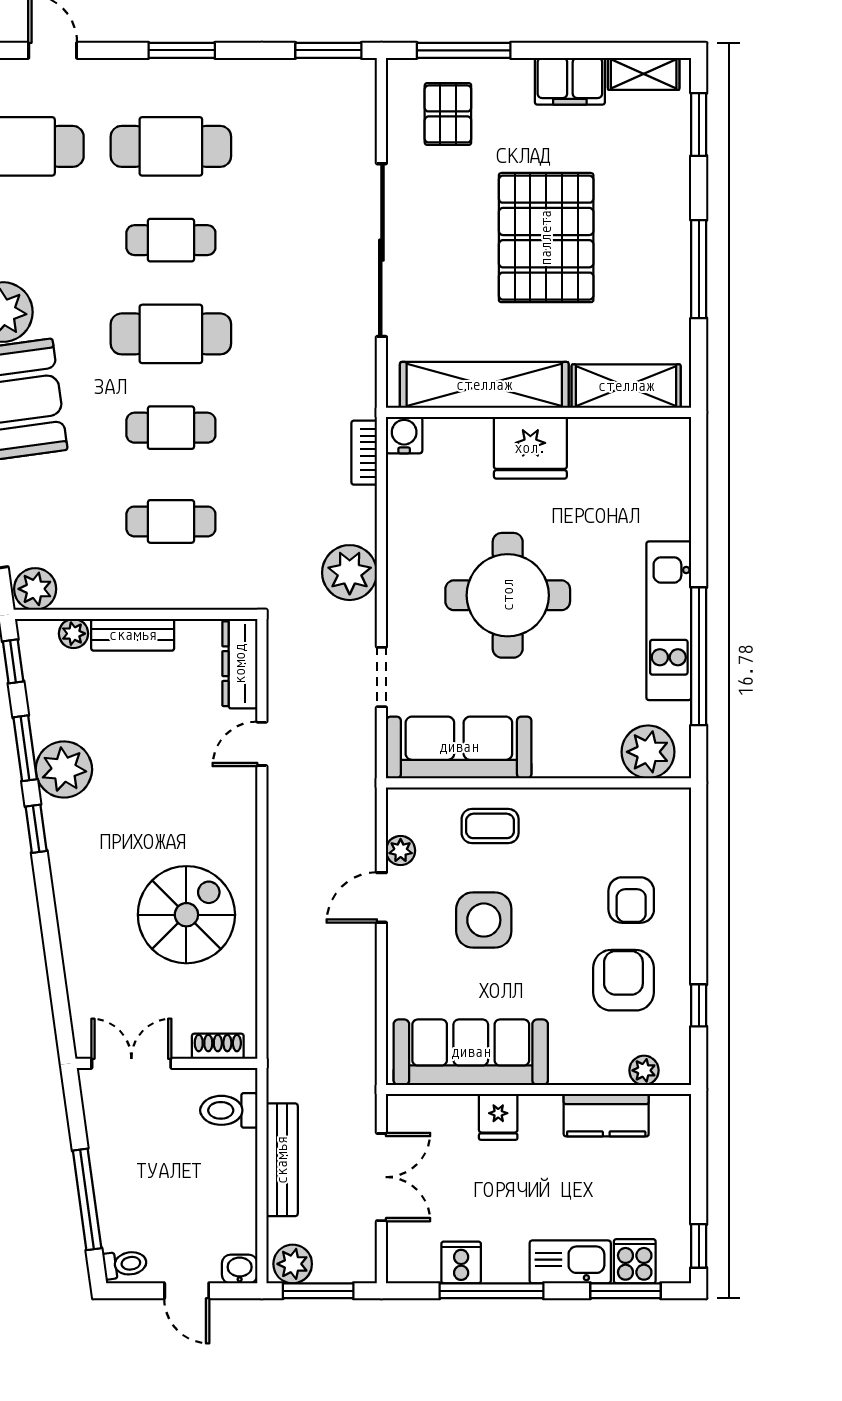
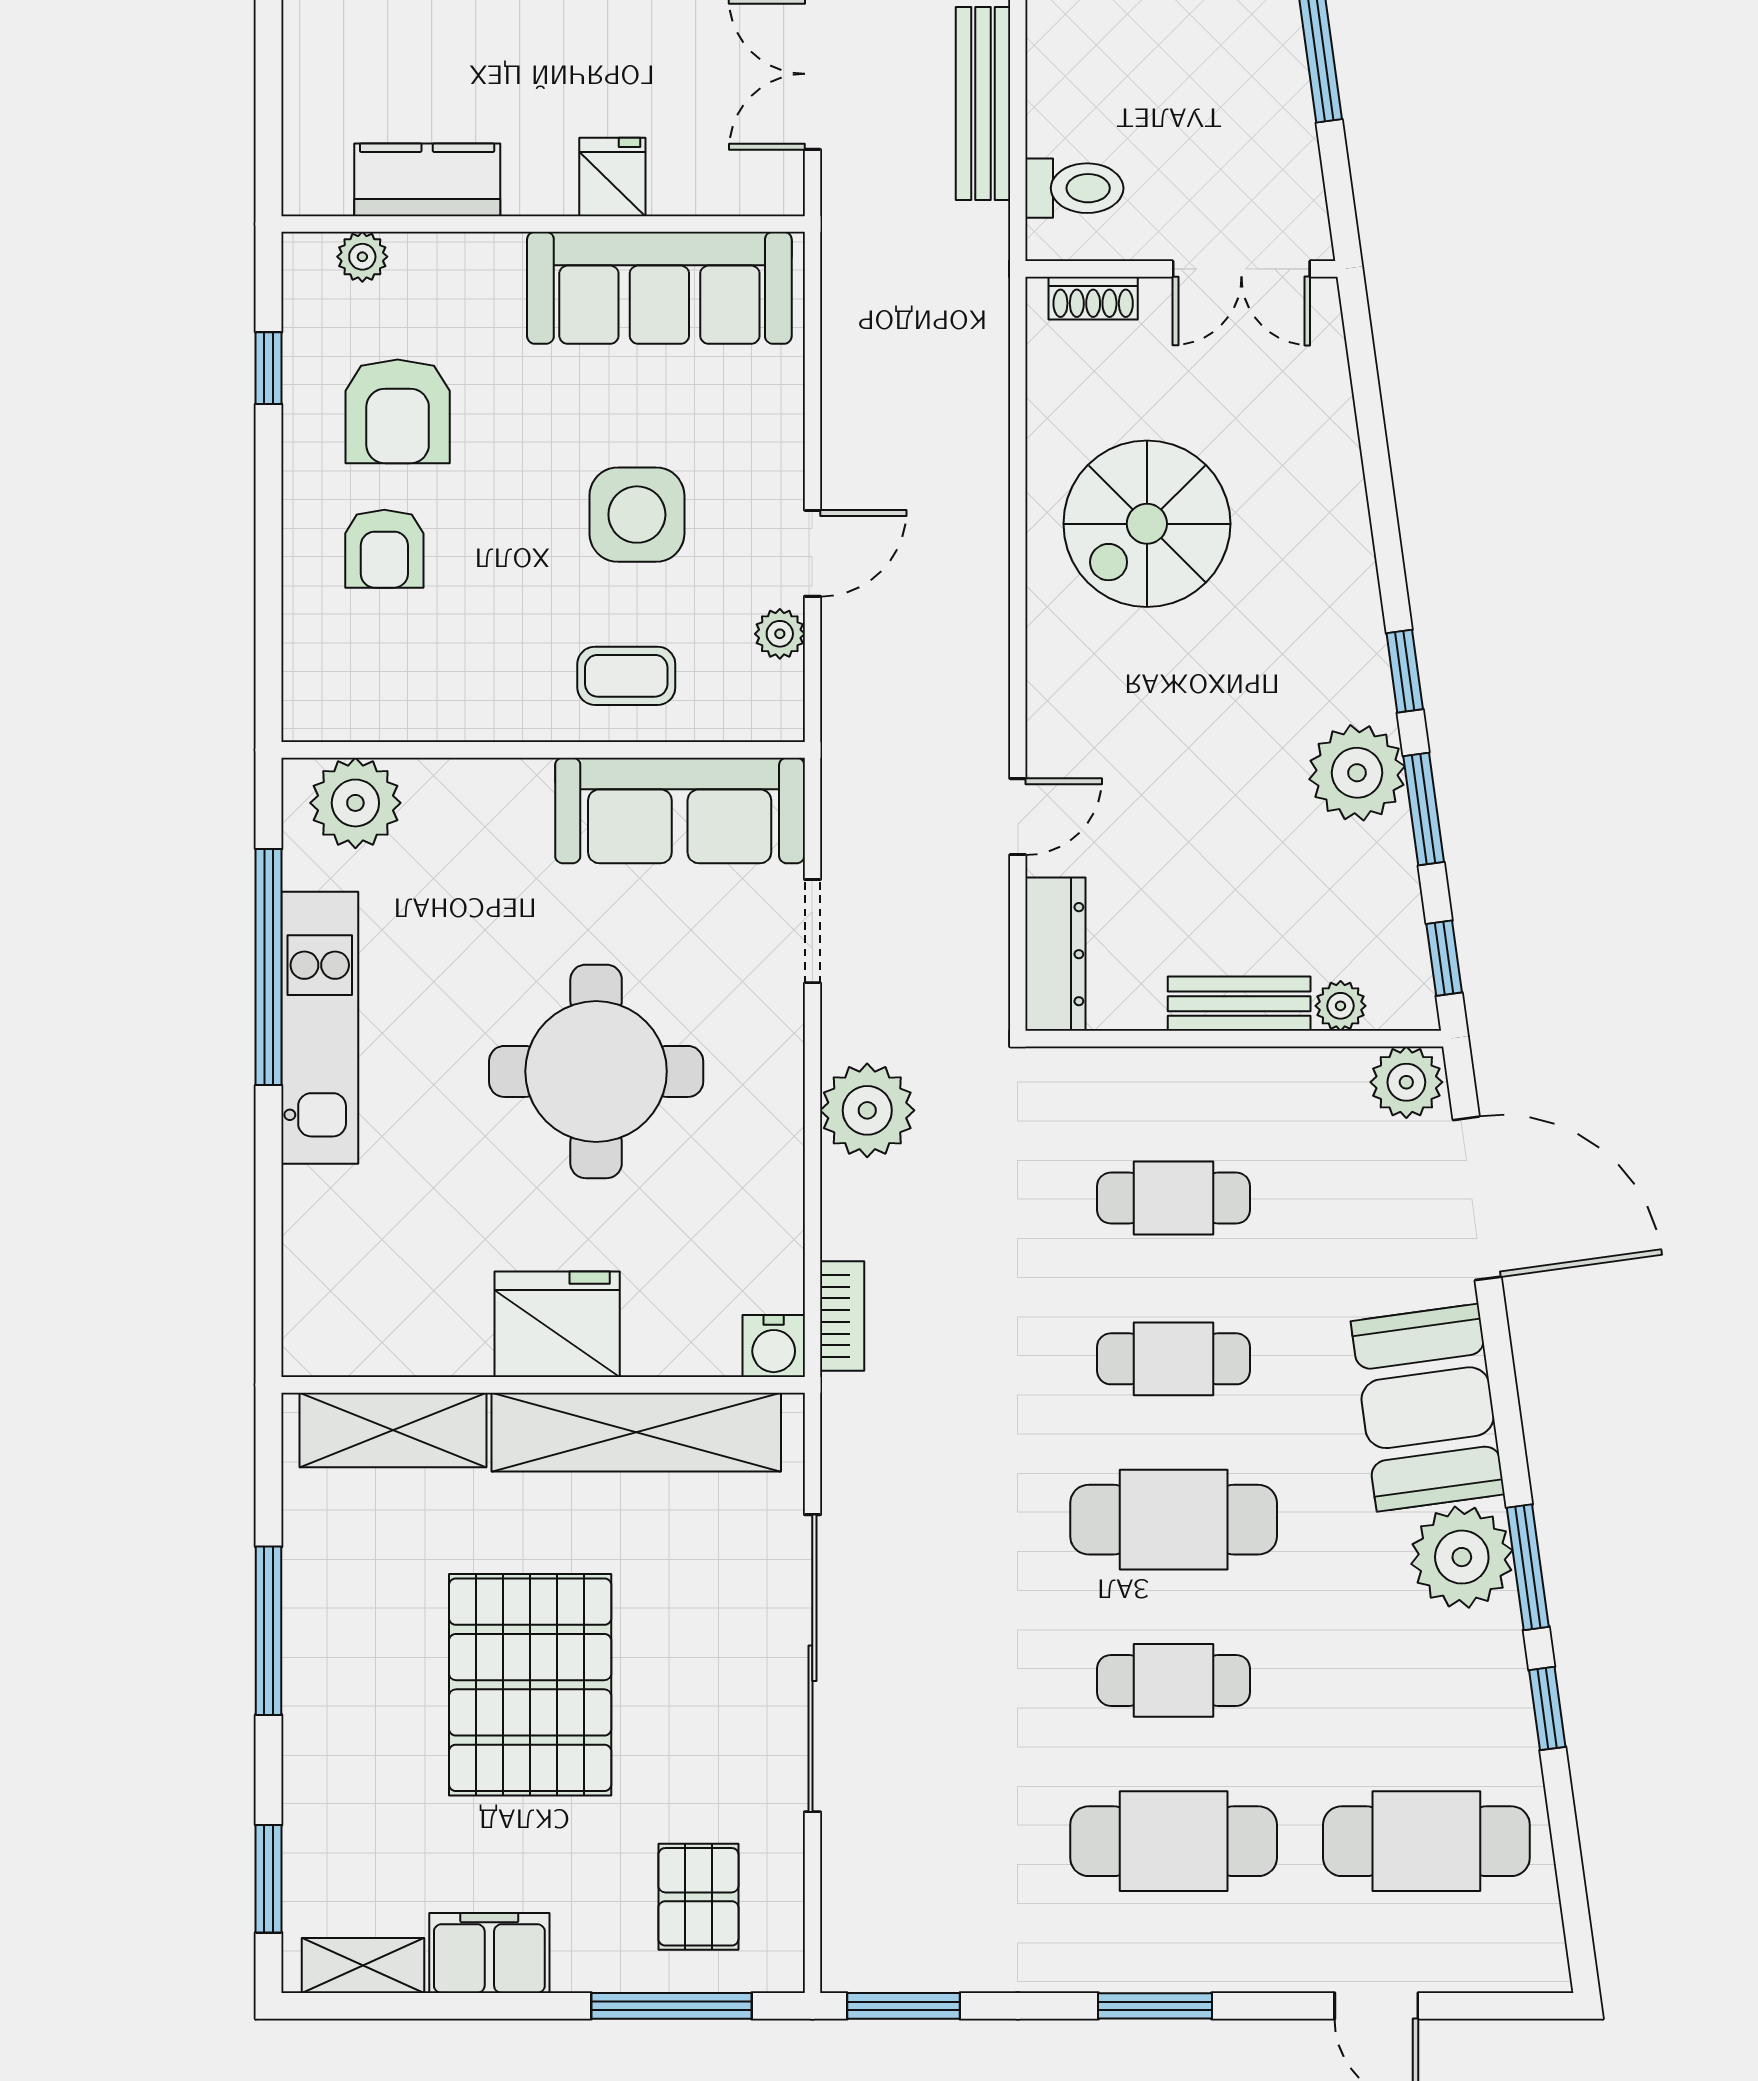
armchair: (631, 900) -> (384, 549), turned 180

